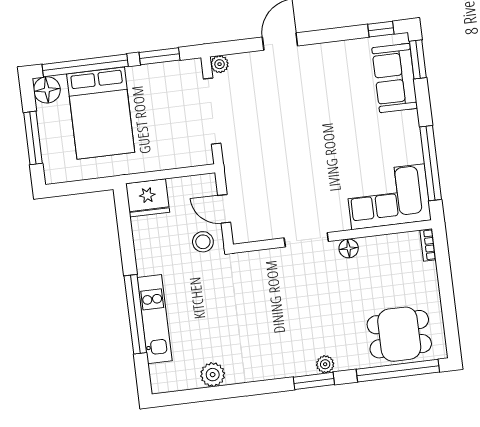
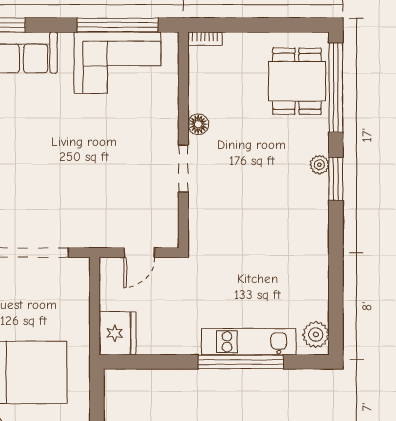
corner sofa: (388, 197) -> (118, 63), moved, turned -90
stool: (203, 242) -> (172, 280), removed
plant: (213, 375) -> (316, 335), moved

